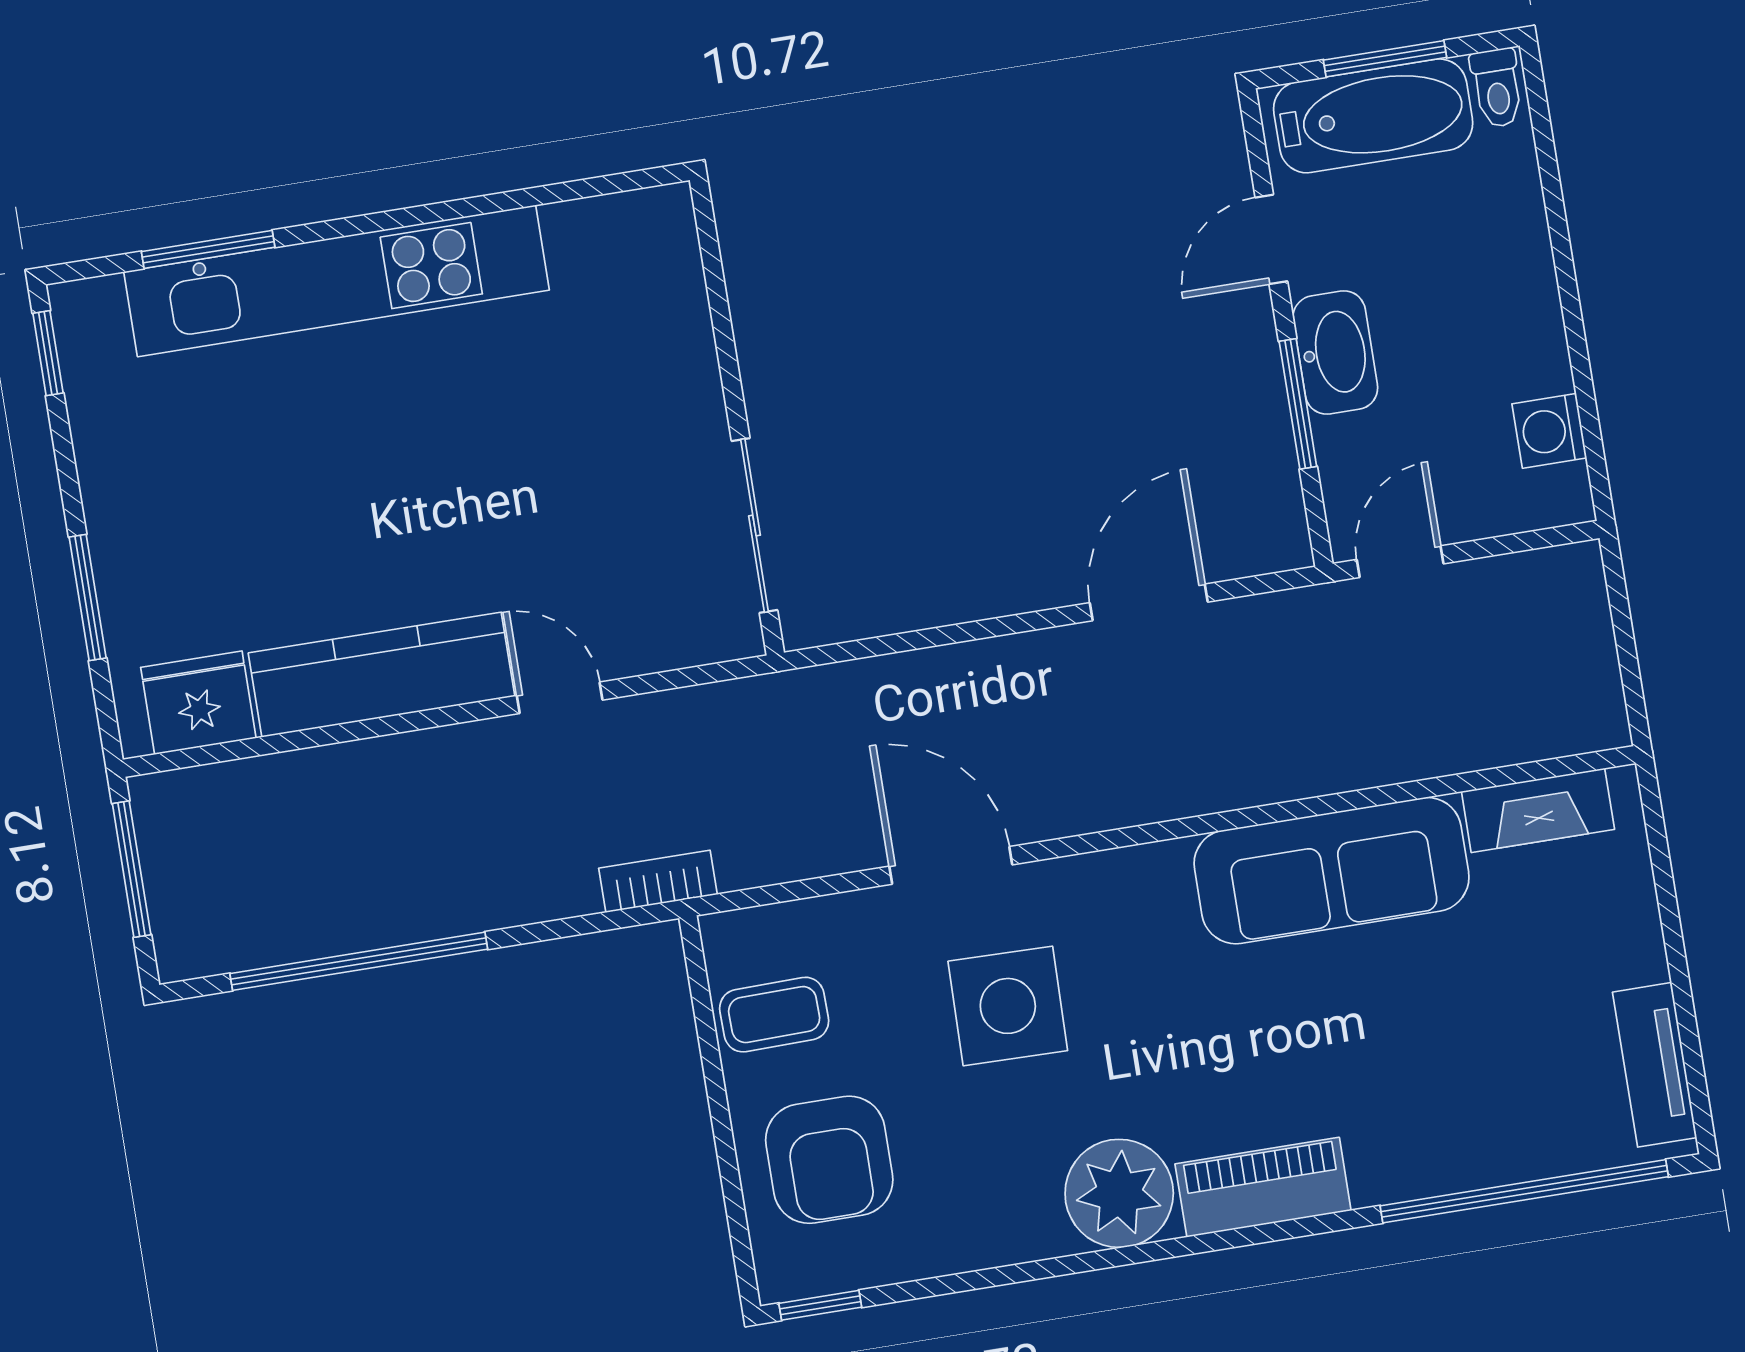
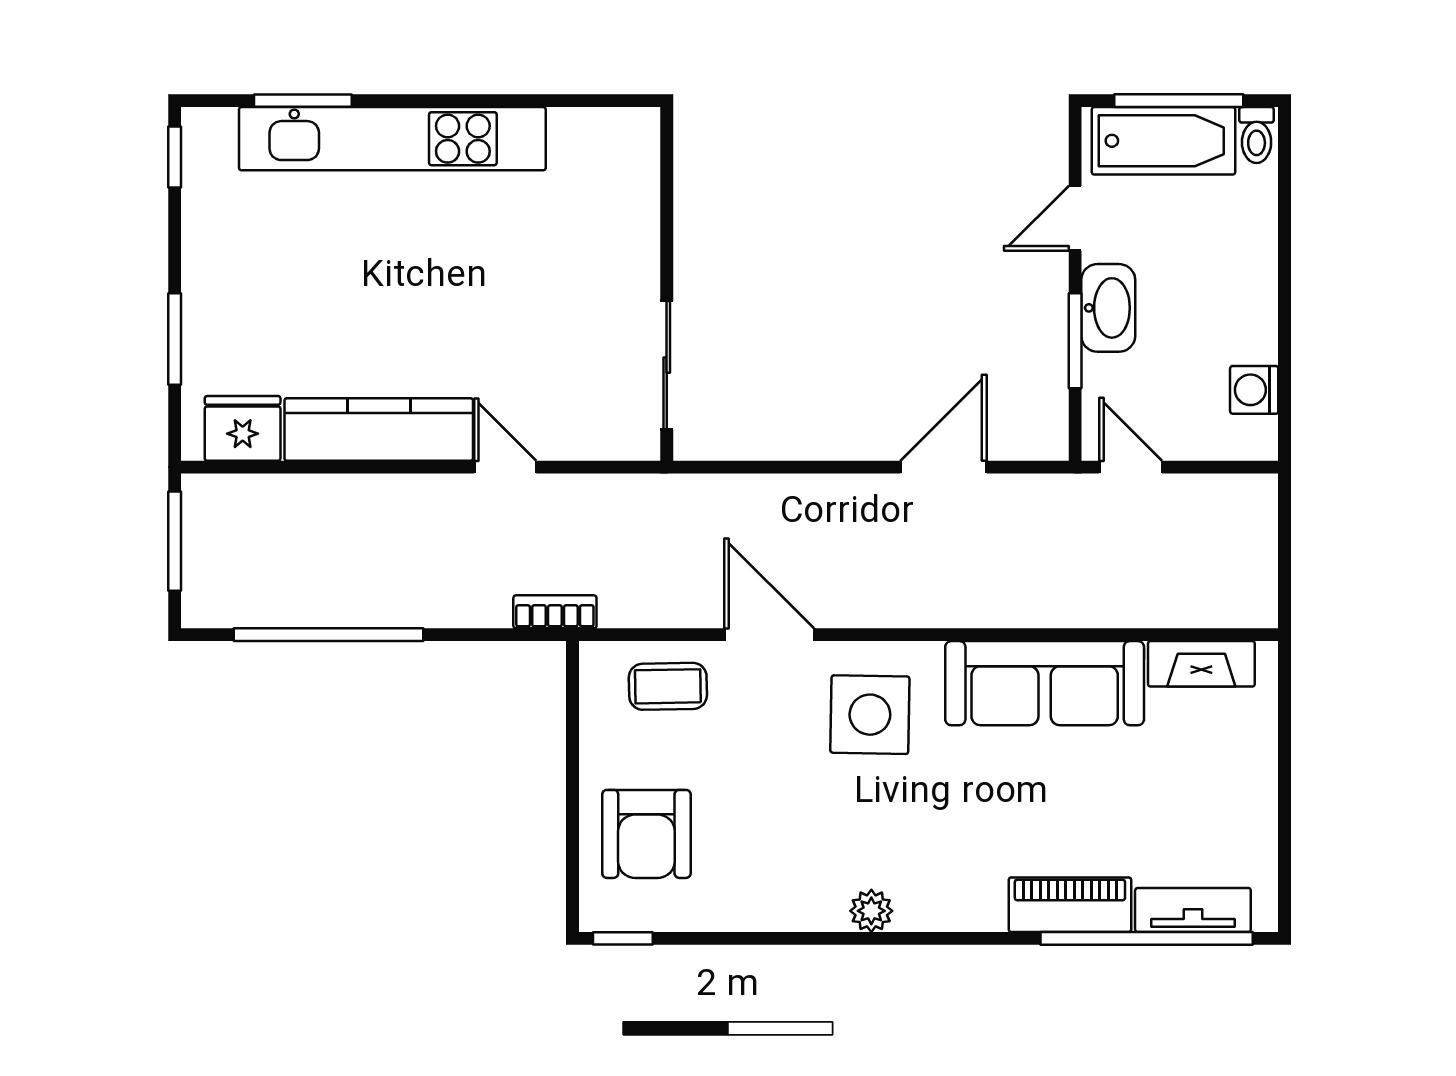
window: (1385, 59) -> (1179, 101), width x1.44
door: (1400, 562) -> (1131, 467), hinge flipped
side table: (1008, 1006) -> (870, 715), moved
coffee table: (774, 1015) -> (668, 686), moved
tv unit: (1655, 1065) -> (1193, 910), moved, turned 90
piano: (1263, 1187) -> (1070, 905), moved
plant: (1119, 1193) -> (871, 911), width x0.53, depth x0.53

